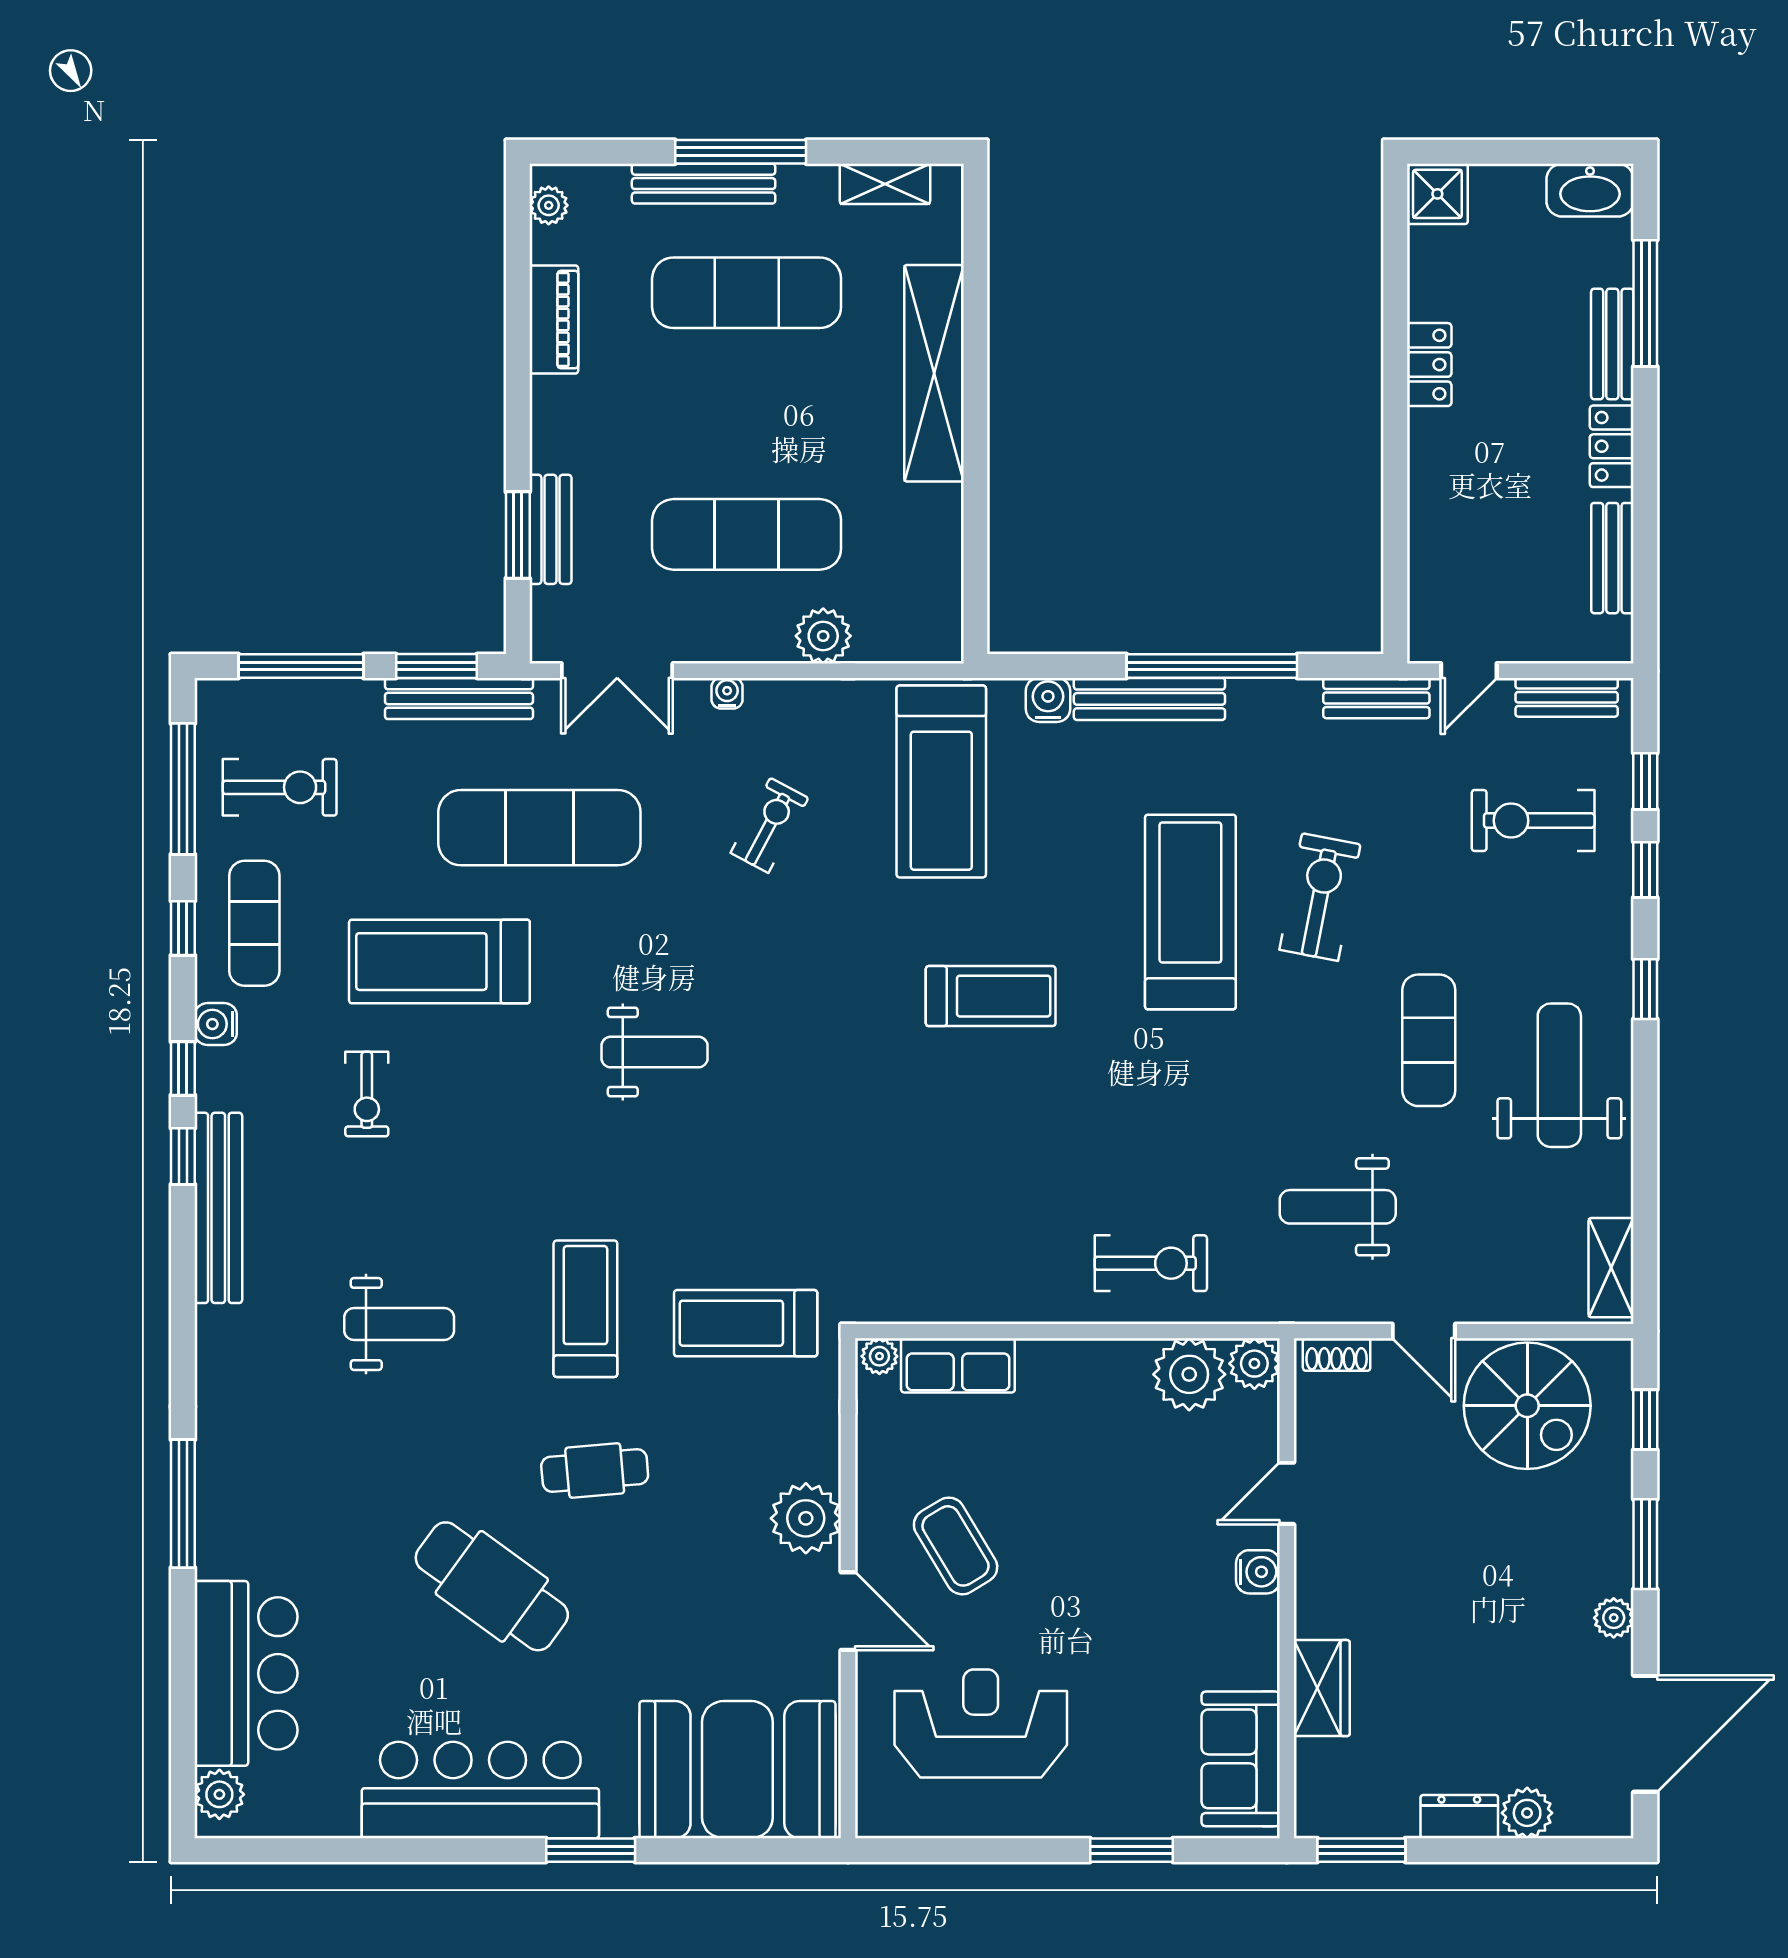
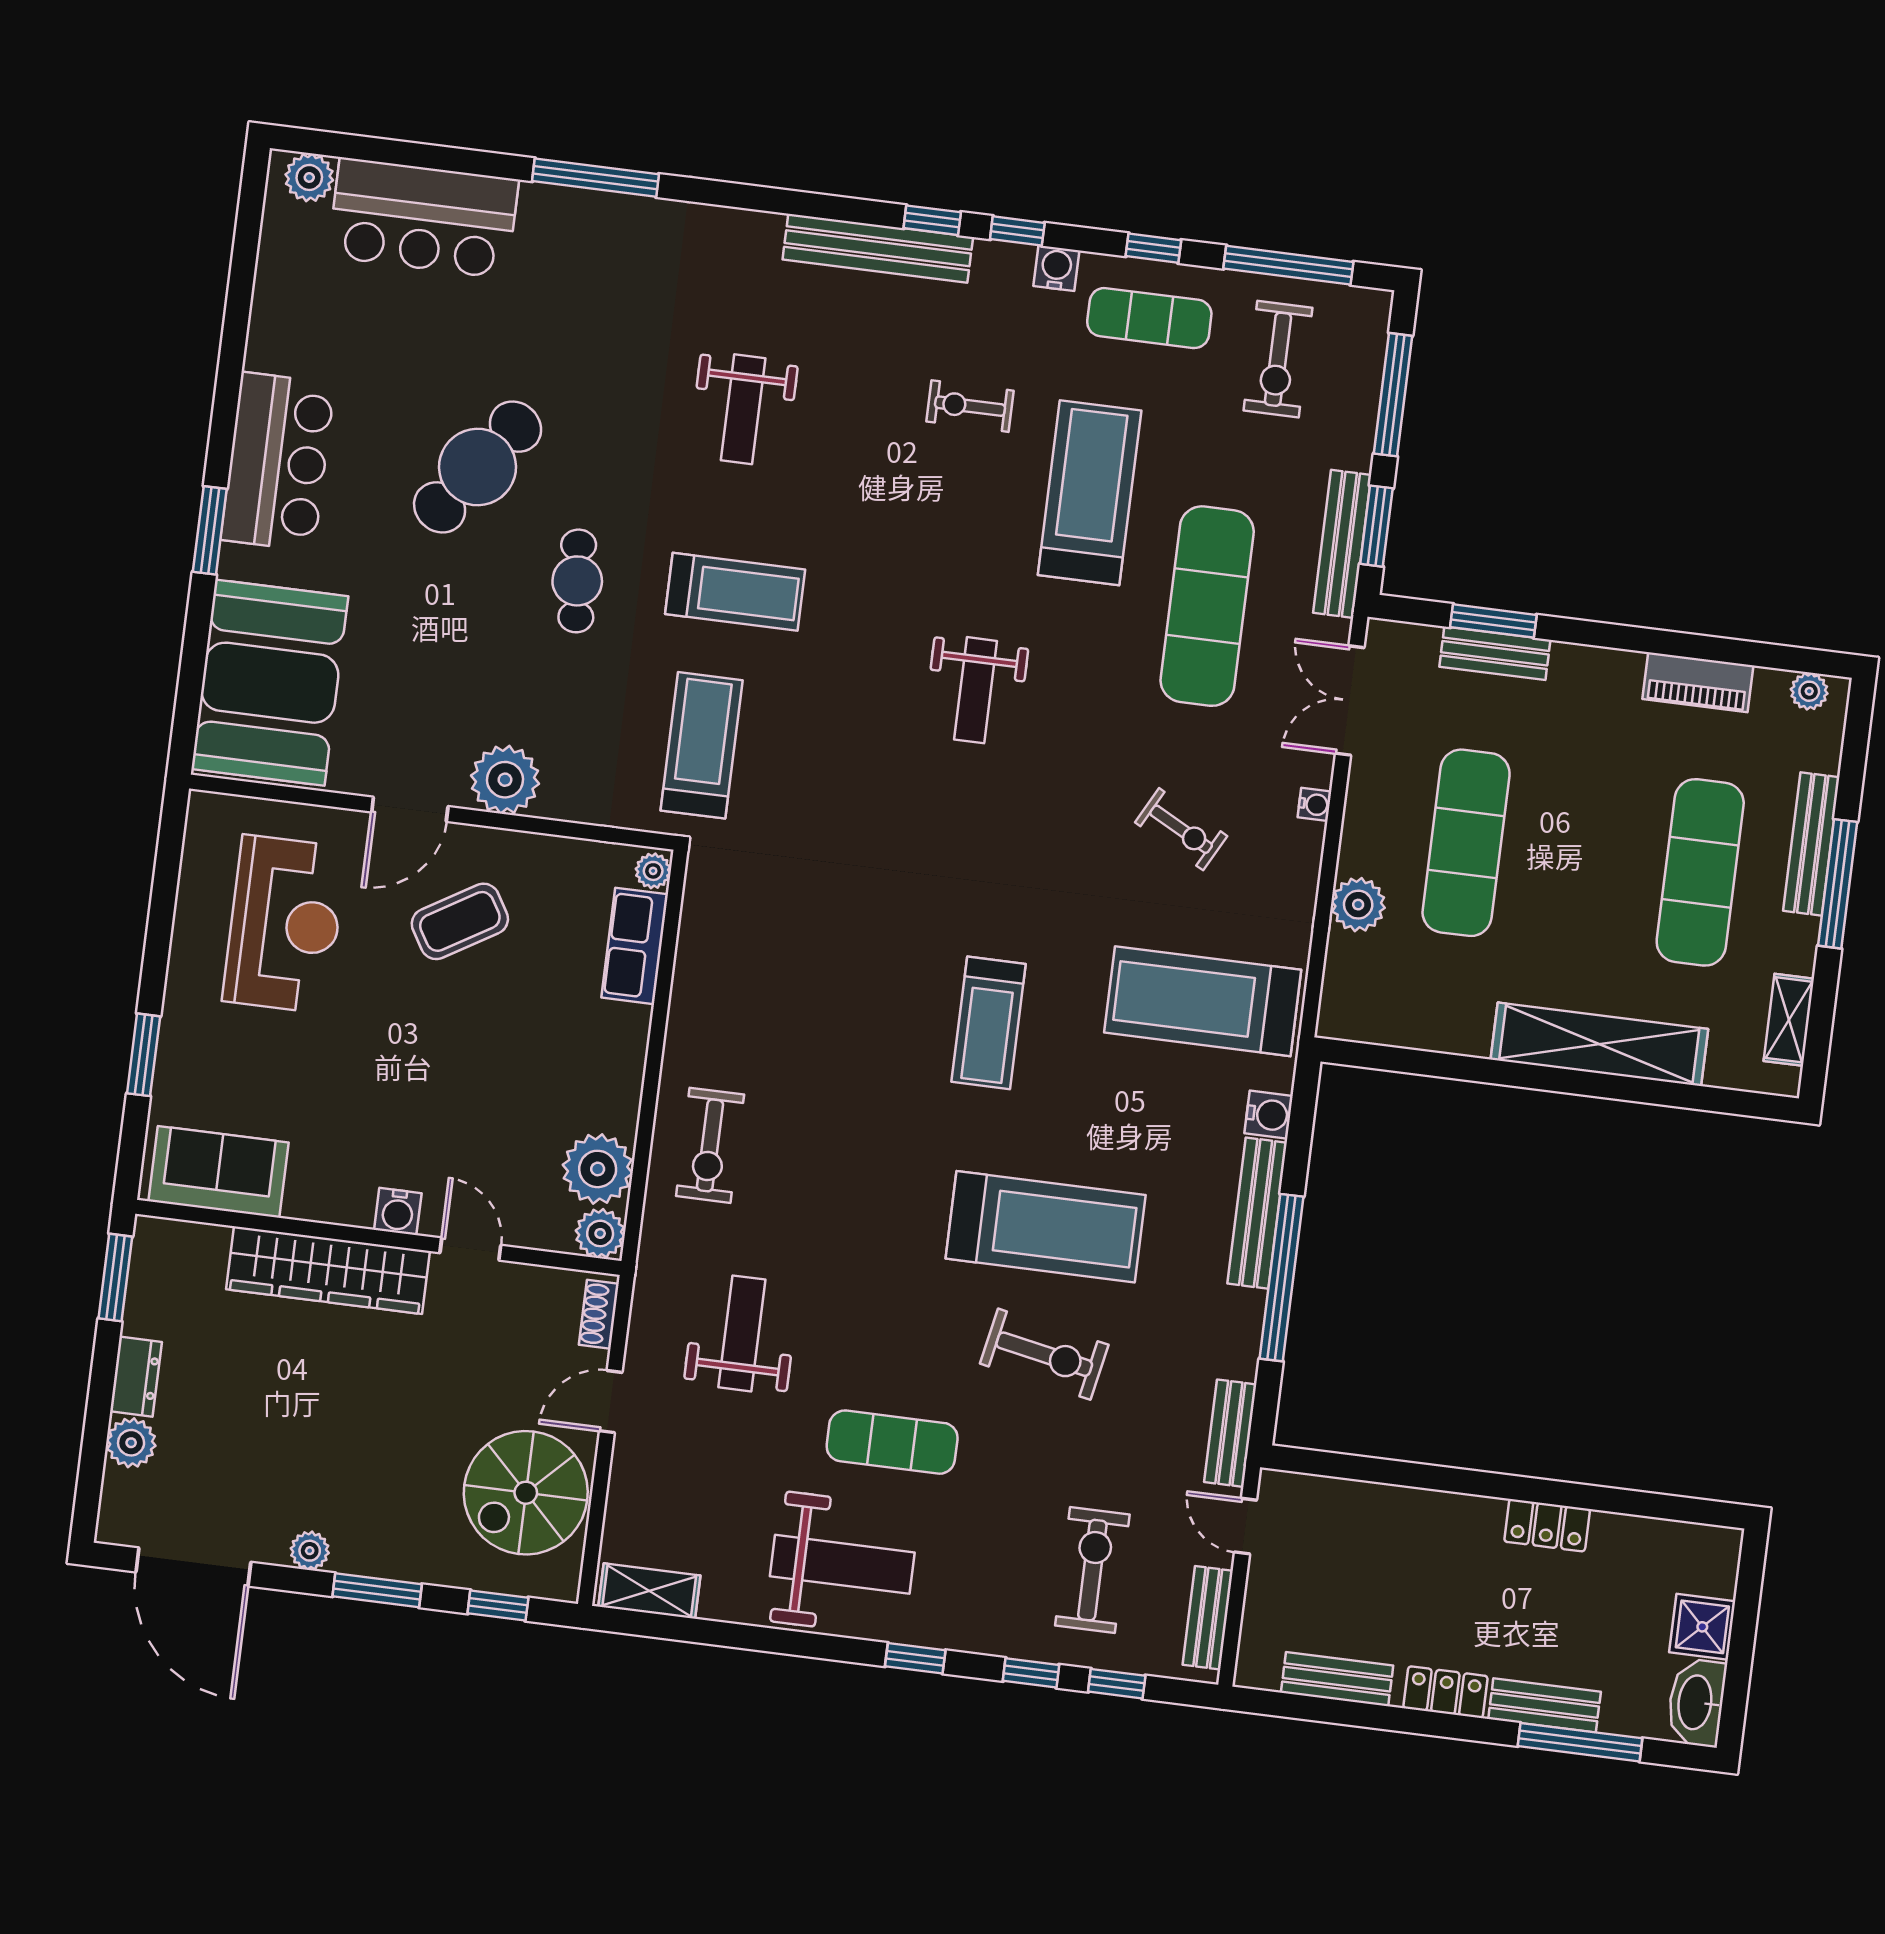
shower: (1437, 194) -> (1702, 1627), moved
wardrobe: (1322, 1688) -> (328, 1270), width x2.10, depth x1.17
bar counter: (480, 1790) -> (278, 462), width x0.73

